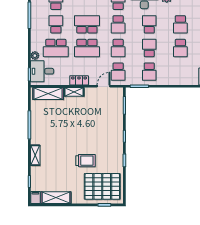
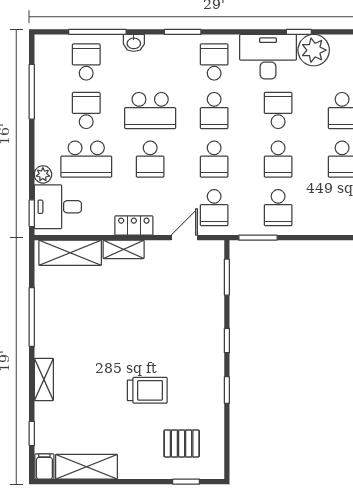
school desk: (87, 24) -> (150, 111), turned 180
school desk: (87, 48) -> (150, 159), width x0.54
school desk: (149, 48) -> (278, 159), turned 180
pallet: (102, 186) -> (182, 444), width x0.49, depth x0.50

